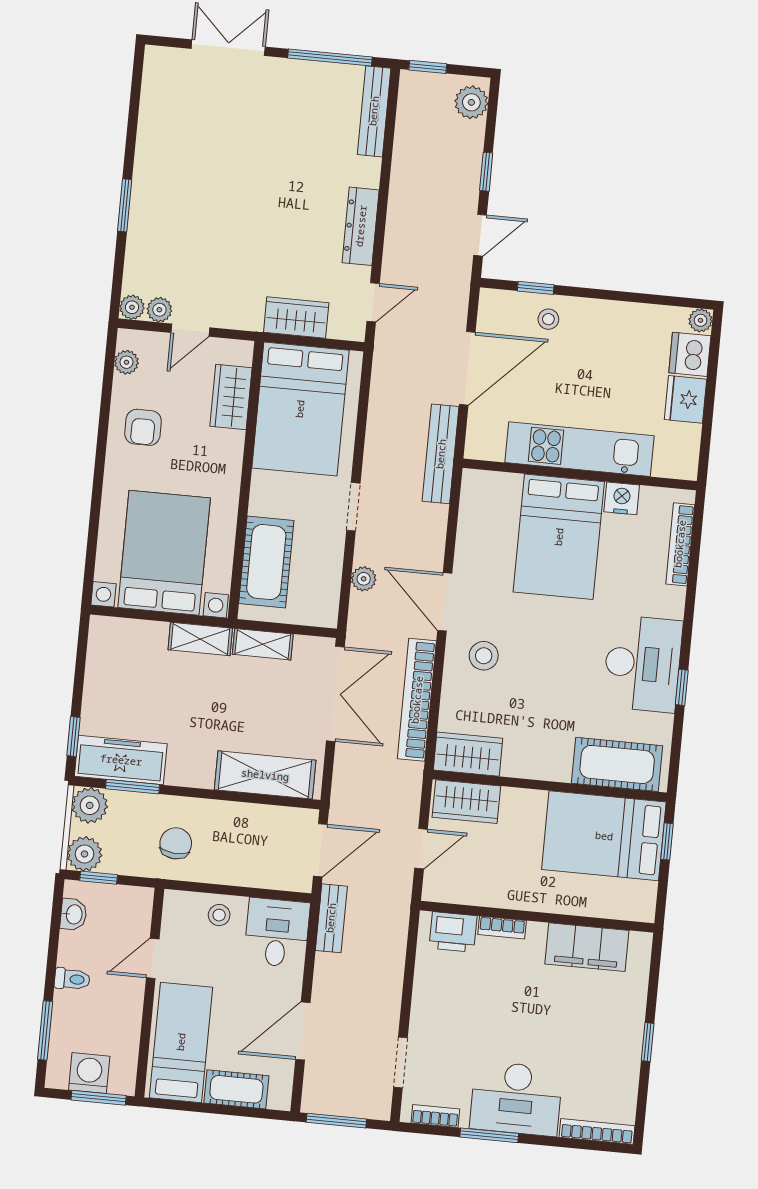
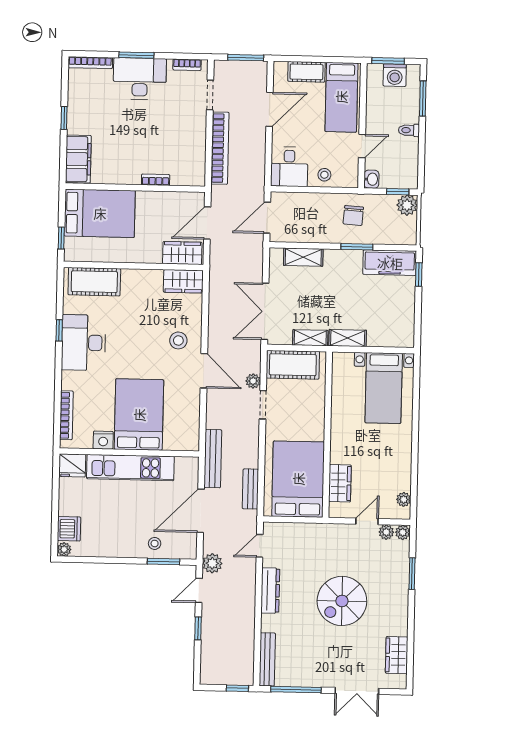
plant: (471, 102) -> (212, 563), moved
spiral stairs: (242, 200) -> (342, 601), added
window: (125, 205) -> (412, 574), moved
window: (536, 288) -> (164, 561), width x1.50
wardrobe: (296, 317) -> (397, 655), moved, turned 90
fridge: (686, 399) -> (72, 465), moved, turned 90
armchair: (143, 427) -> (391, 461), removed
doorway: (353, 507) -> (263, 405), moved
bed with nightstands: (164, 553) -> (384, 388), width x0.73
cot: (266, 562) -> (293, 365), moved, turned 90
bookcase: (417, 700) -> (220, 148), moved
shelving: (265, 775) -> (303, 257), width x0.67, depth x0.75
window: (132, 787) -> (357, 247), moved
plant: (90, 805) -> (406, 234), removed
bed: (604, 836) -> (100, 213), moved
door: (421, 849) -> (207, 223), width x1.38
washbasin: (73, 914) -> (371, 179), moved, turned 180
bench: (331, 918) -> (250, 489), moved
printer: (453, 932) -> (185, 175), removed
filing cabinet: (587, 947) -> (78, 159), moved, turned 90
window: (489, 1135) -> (136, 55), moved

